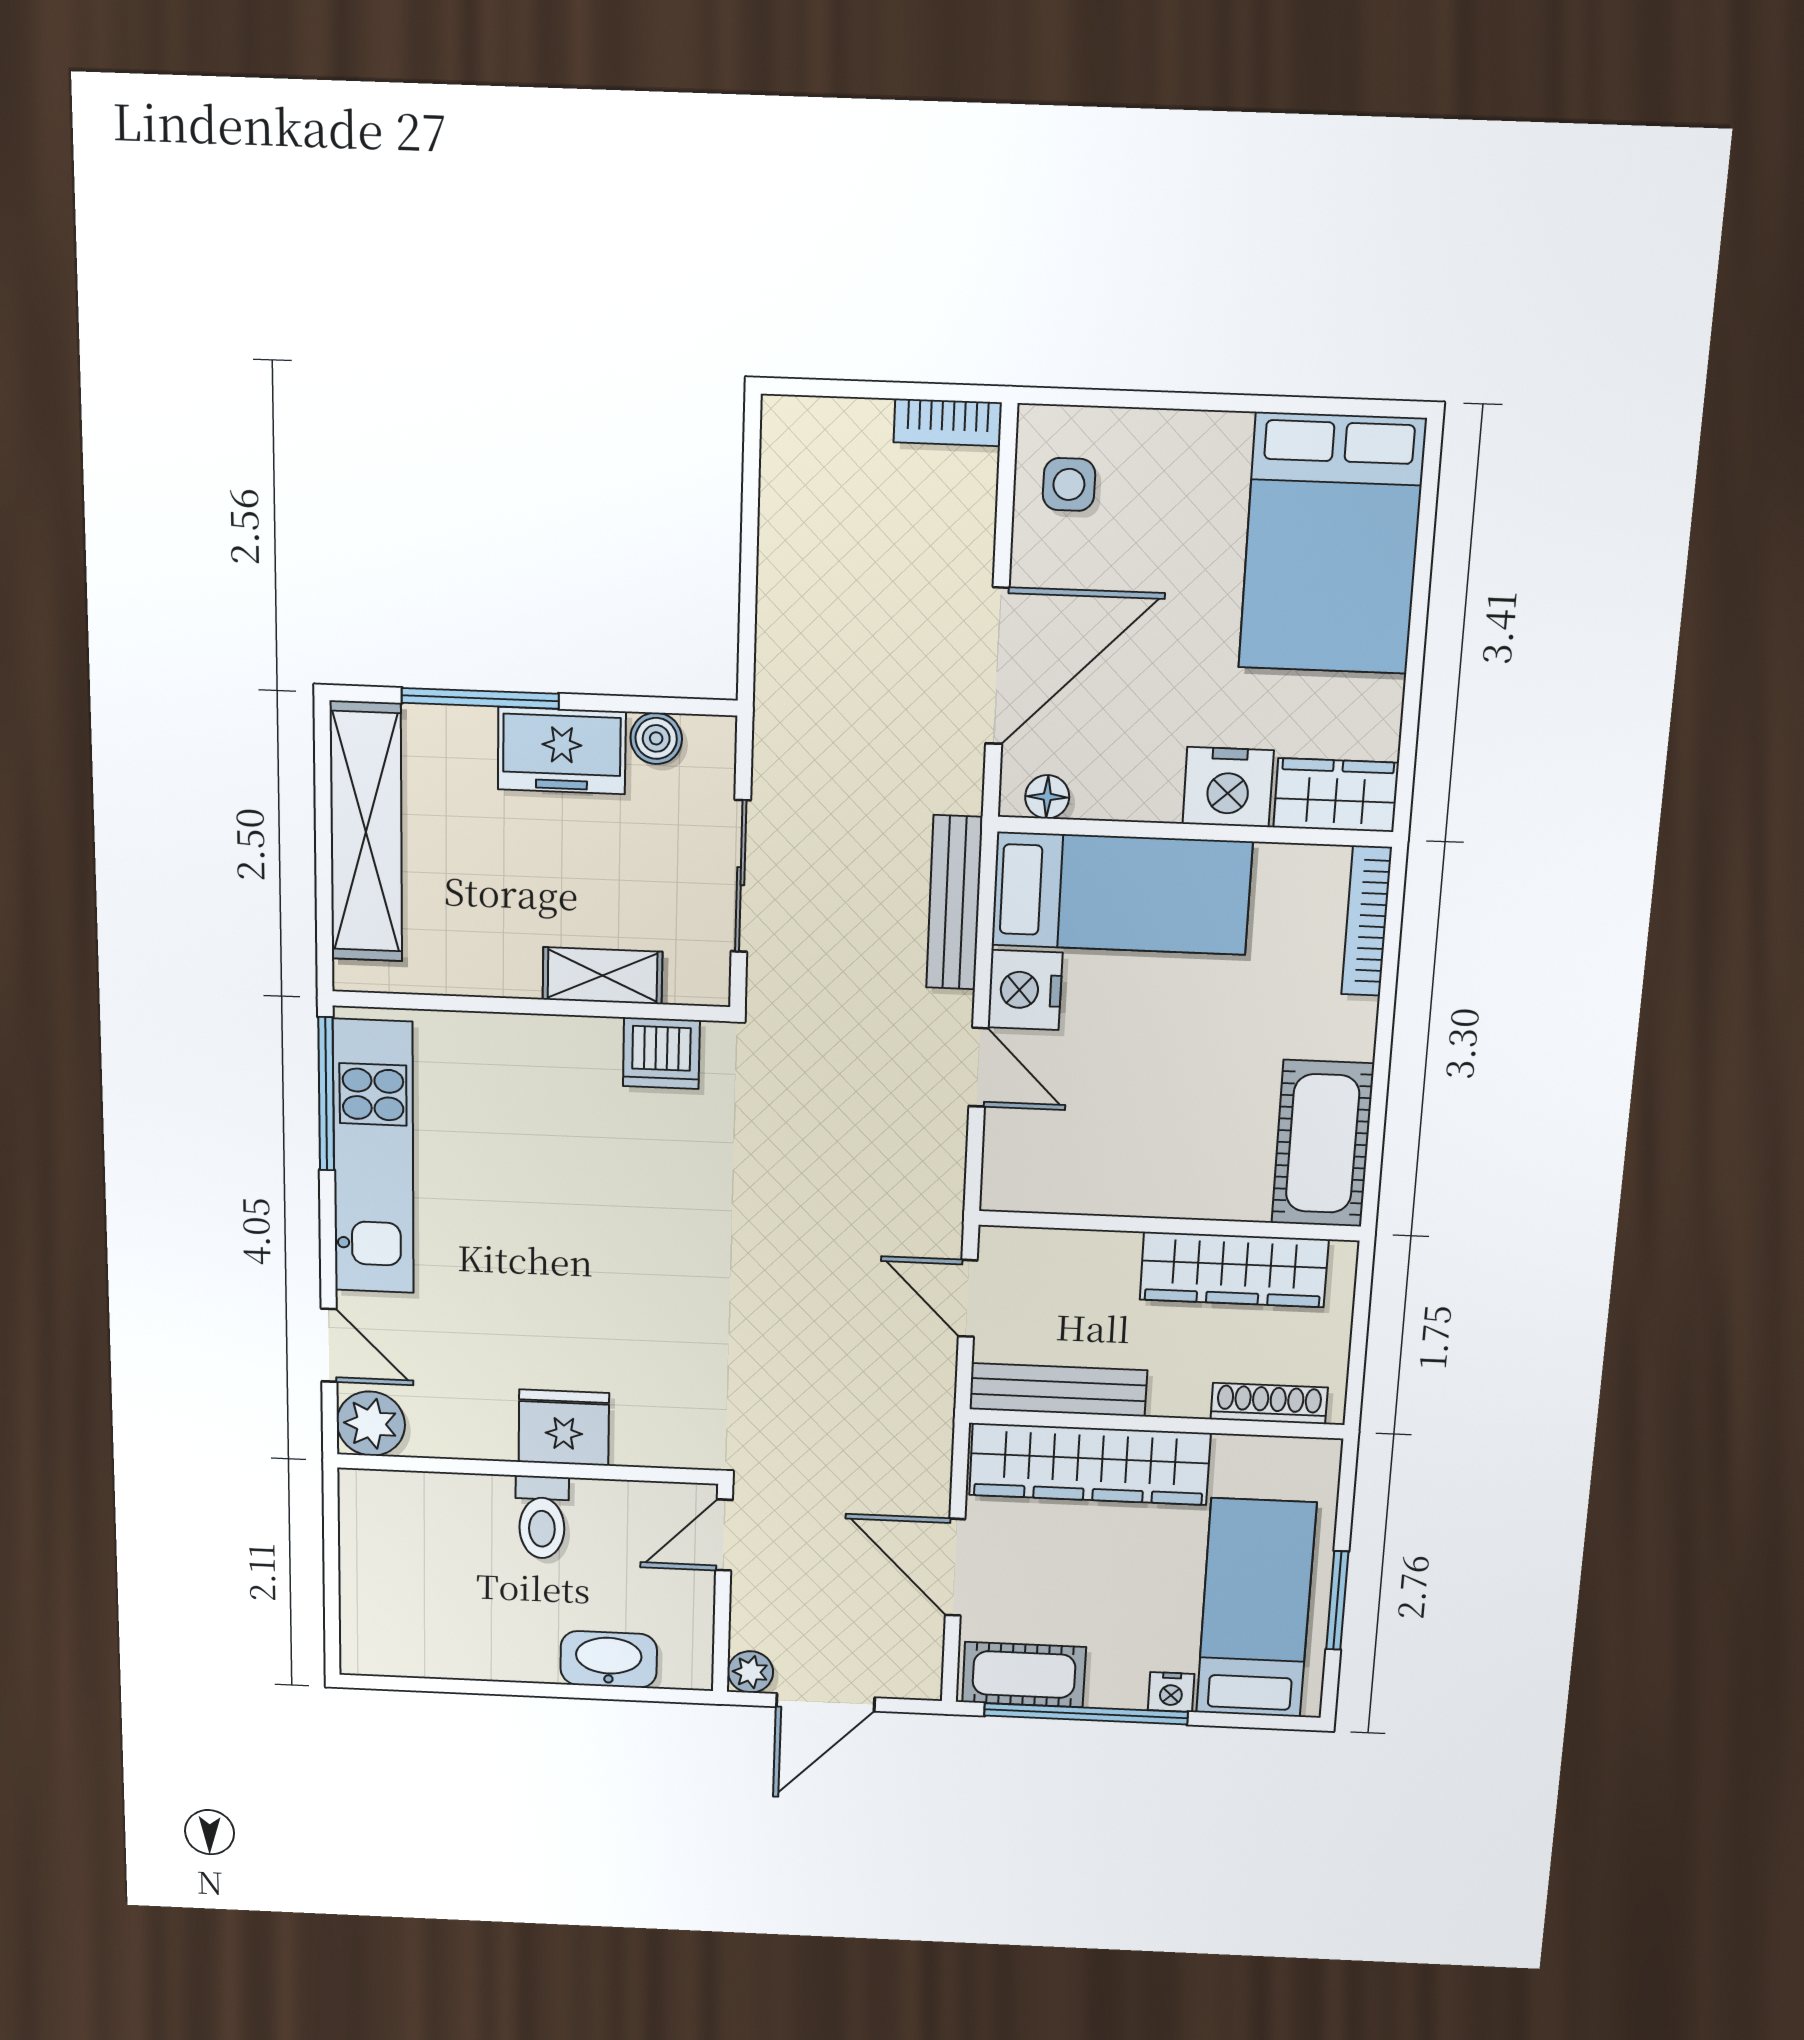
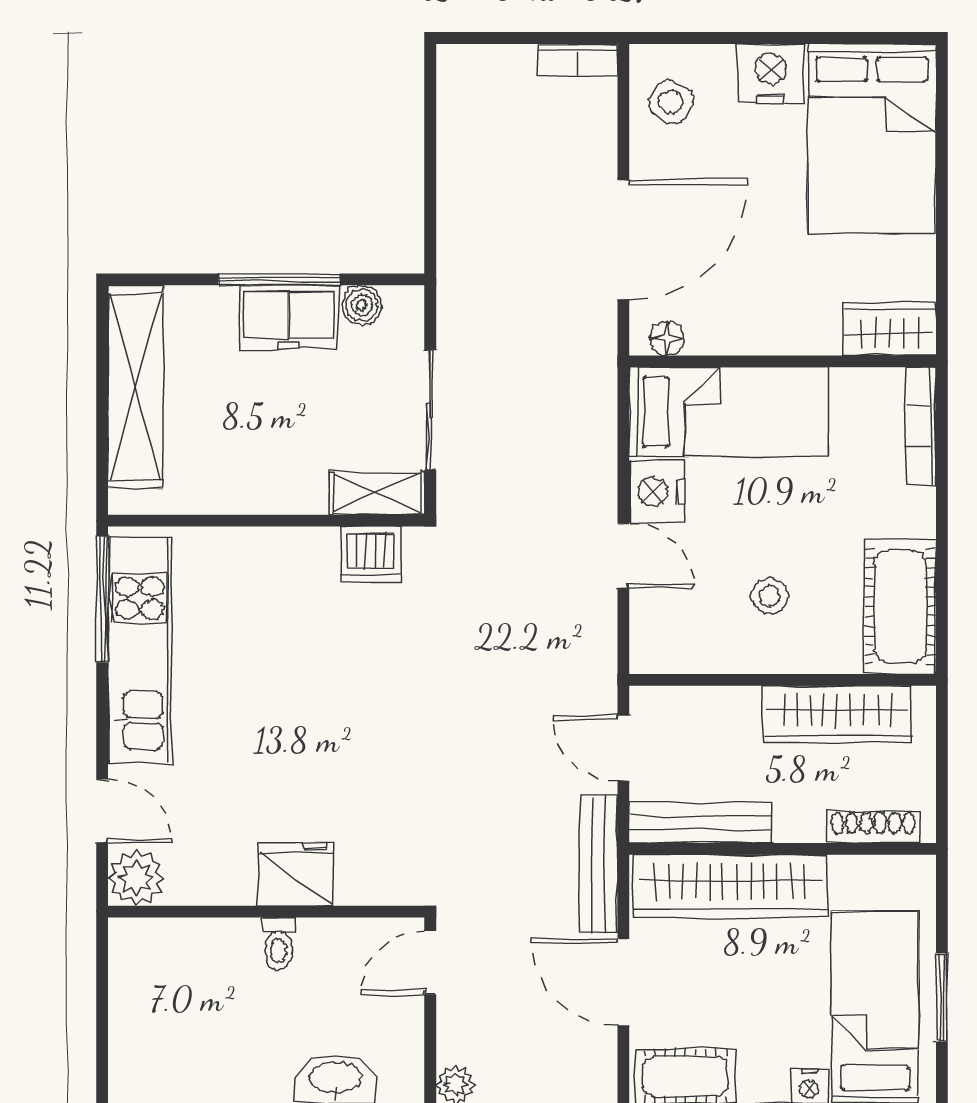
side table: (1069, 484) -> (671, 102), turned 33
window: (480, 698) -> (279, 279), moved
nightstand: (1228, 787) -> (771, 74), moved, turned 180
bench: (954, 903) -> (598, 864), moved
shelving: (602, 976) -> (377, 494), moved
stool: (1160, 1124) -> (770, 596), added
toilet: (542, 1517) -> (278, 944), width x0.73, depth x0.72

